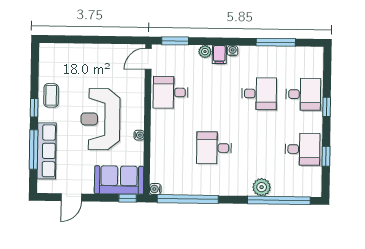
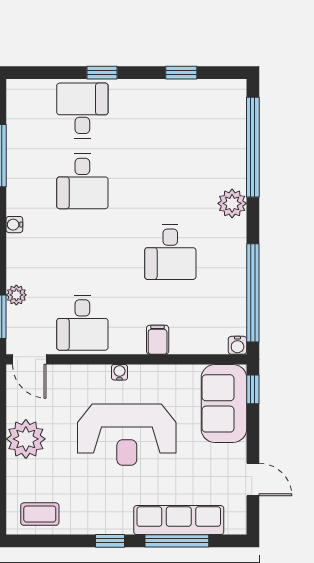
plant: (205, 52) -> (16, 295), moved
filing cabinet: (219, 55) -> (158, 340), moved, turned -90
plant: (99, 56) -> (26, 439), added
desk: (259, 94) -> (82, 181), turned 180
coffee table: (51, 95) -> (40, 514), moved
water cooler: (139, 135) -> (119, 372), moved
desk: (302, 149) -> (170, 110), removed
plant: (262, 187) -> (232, 203), moved

